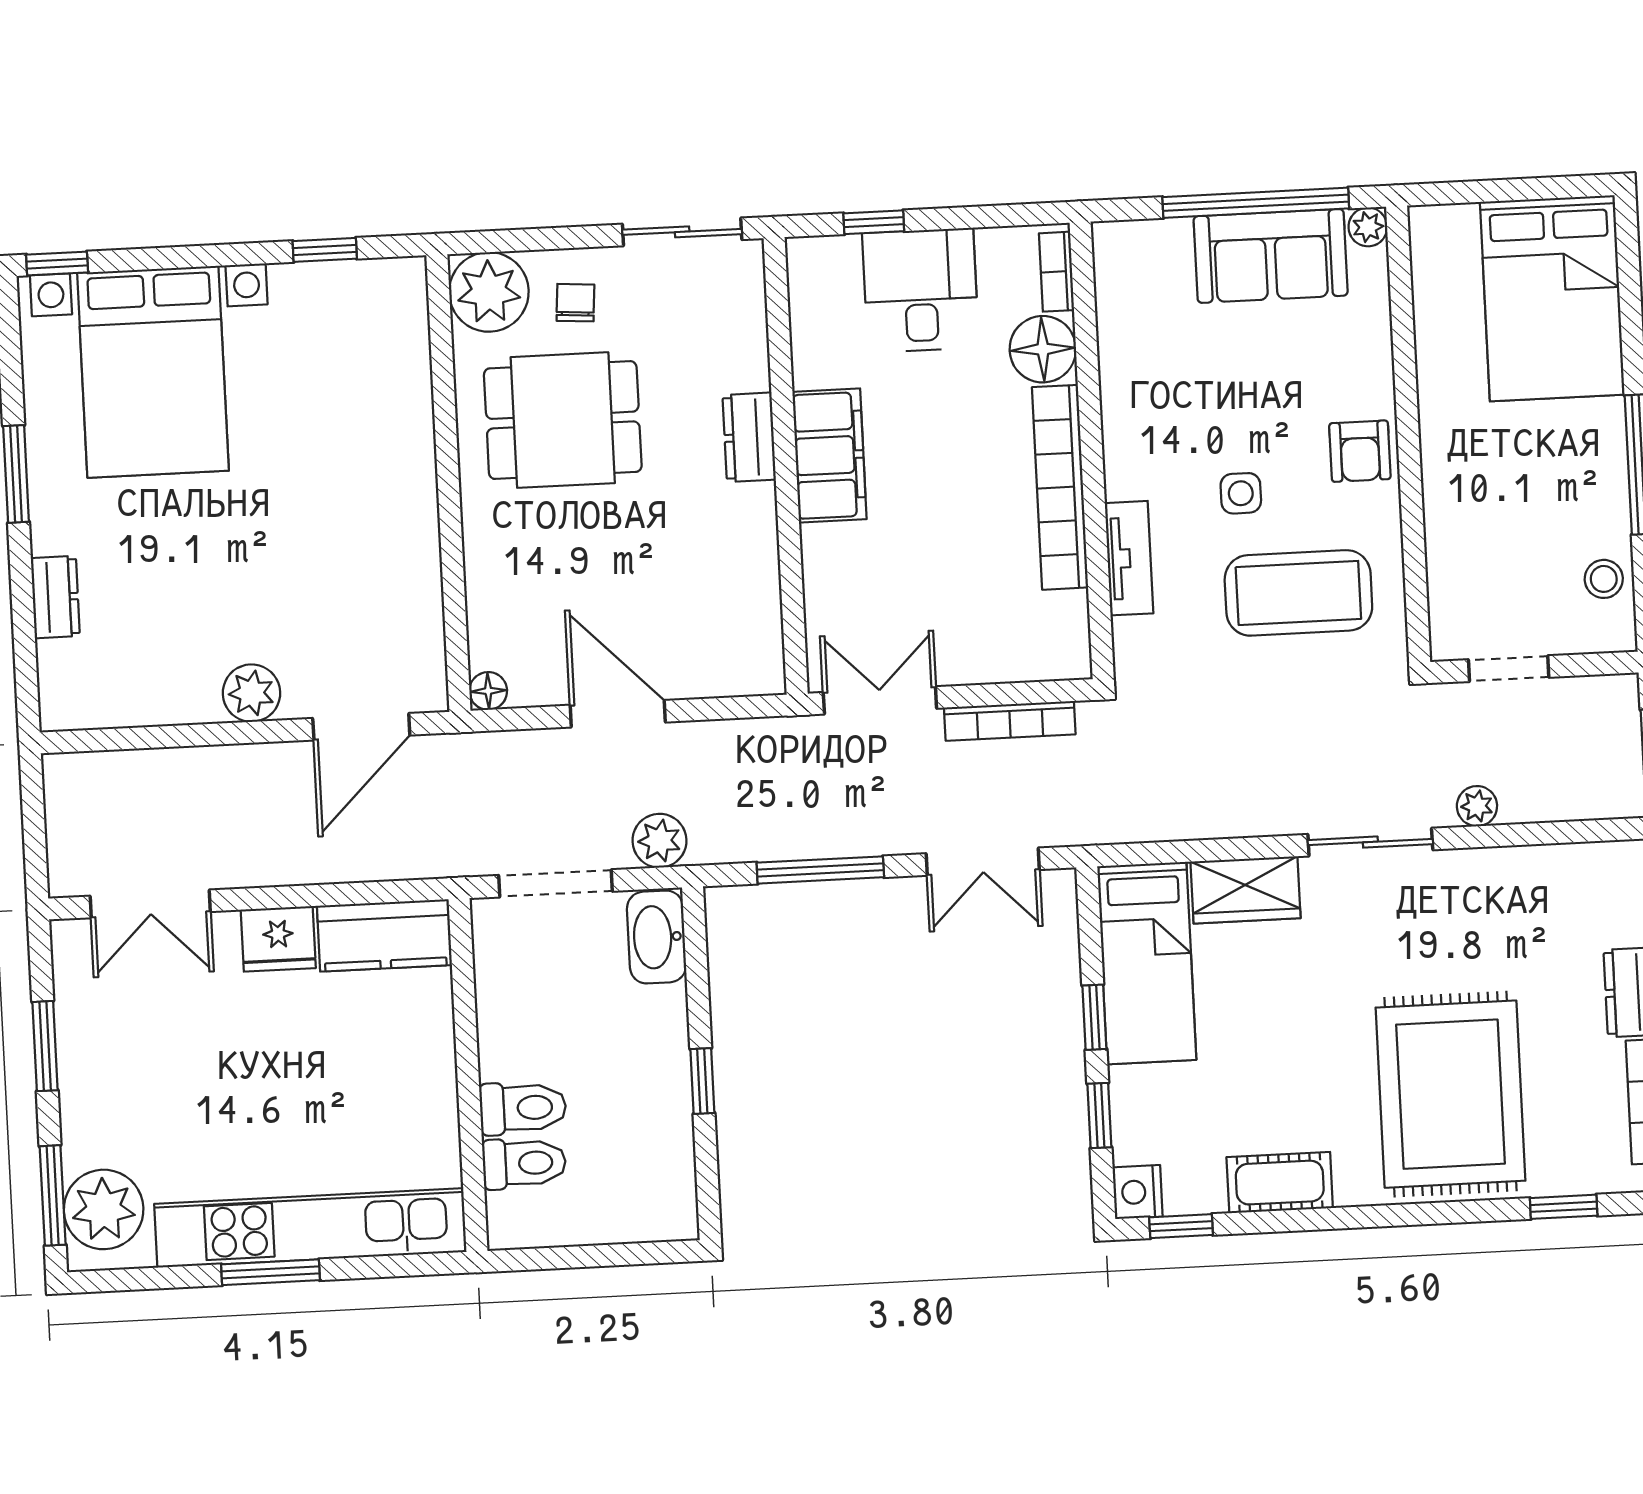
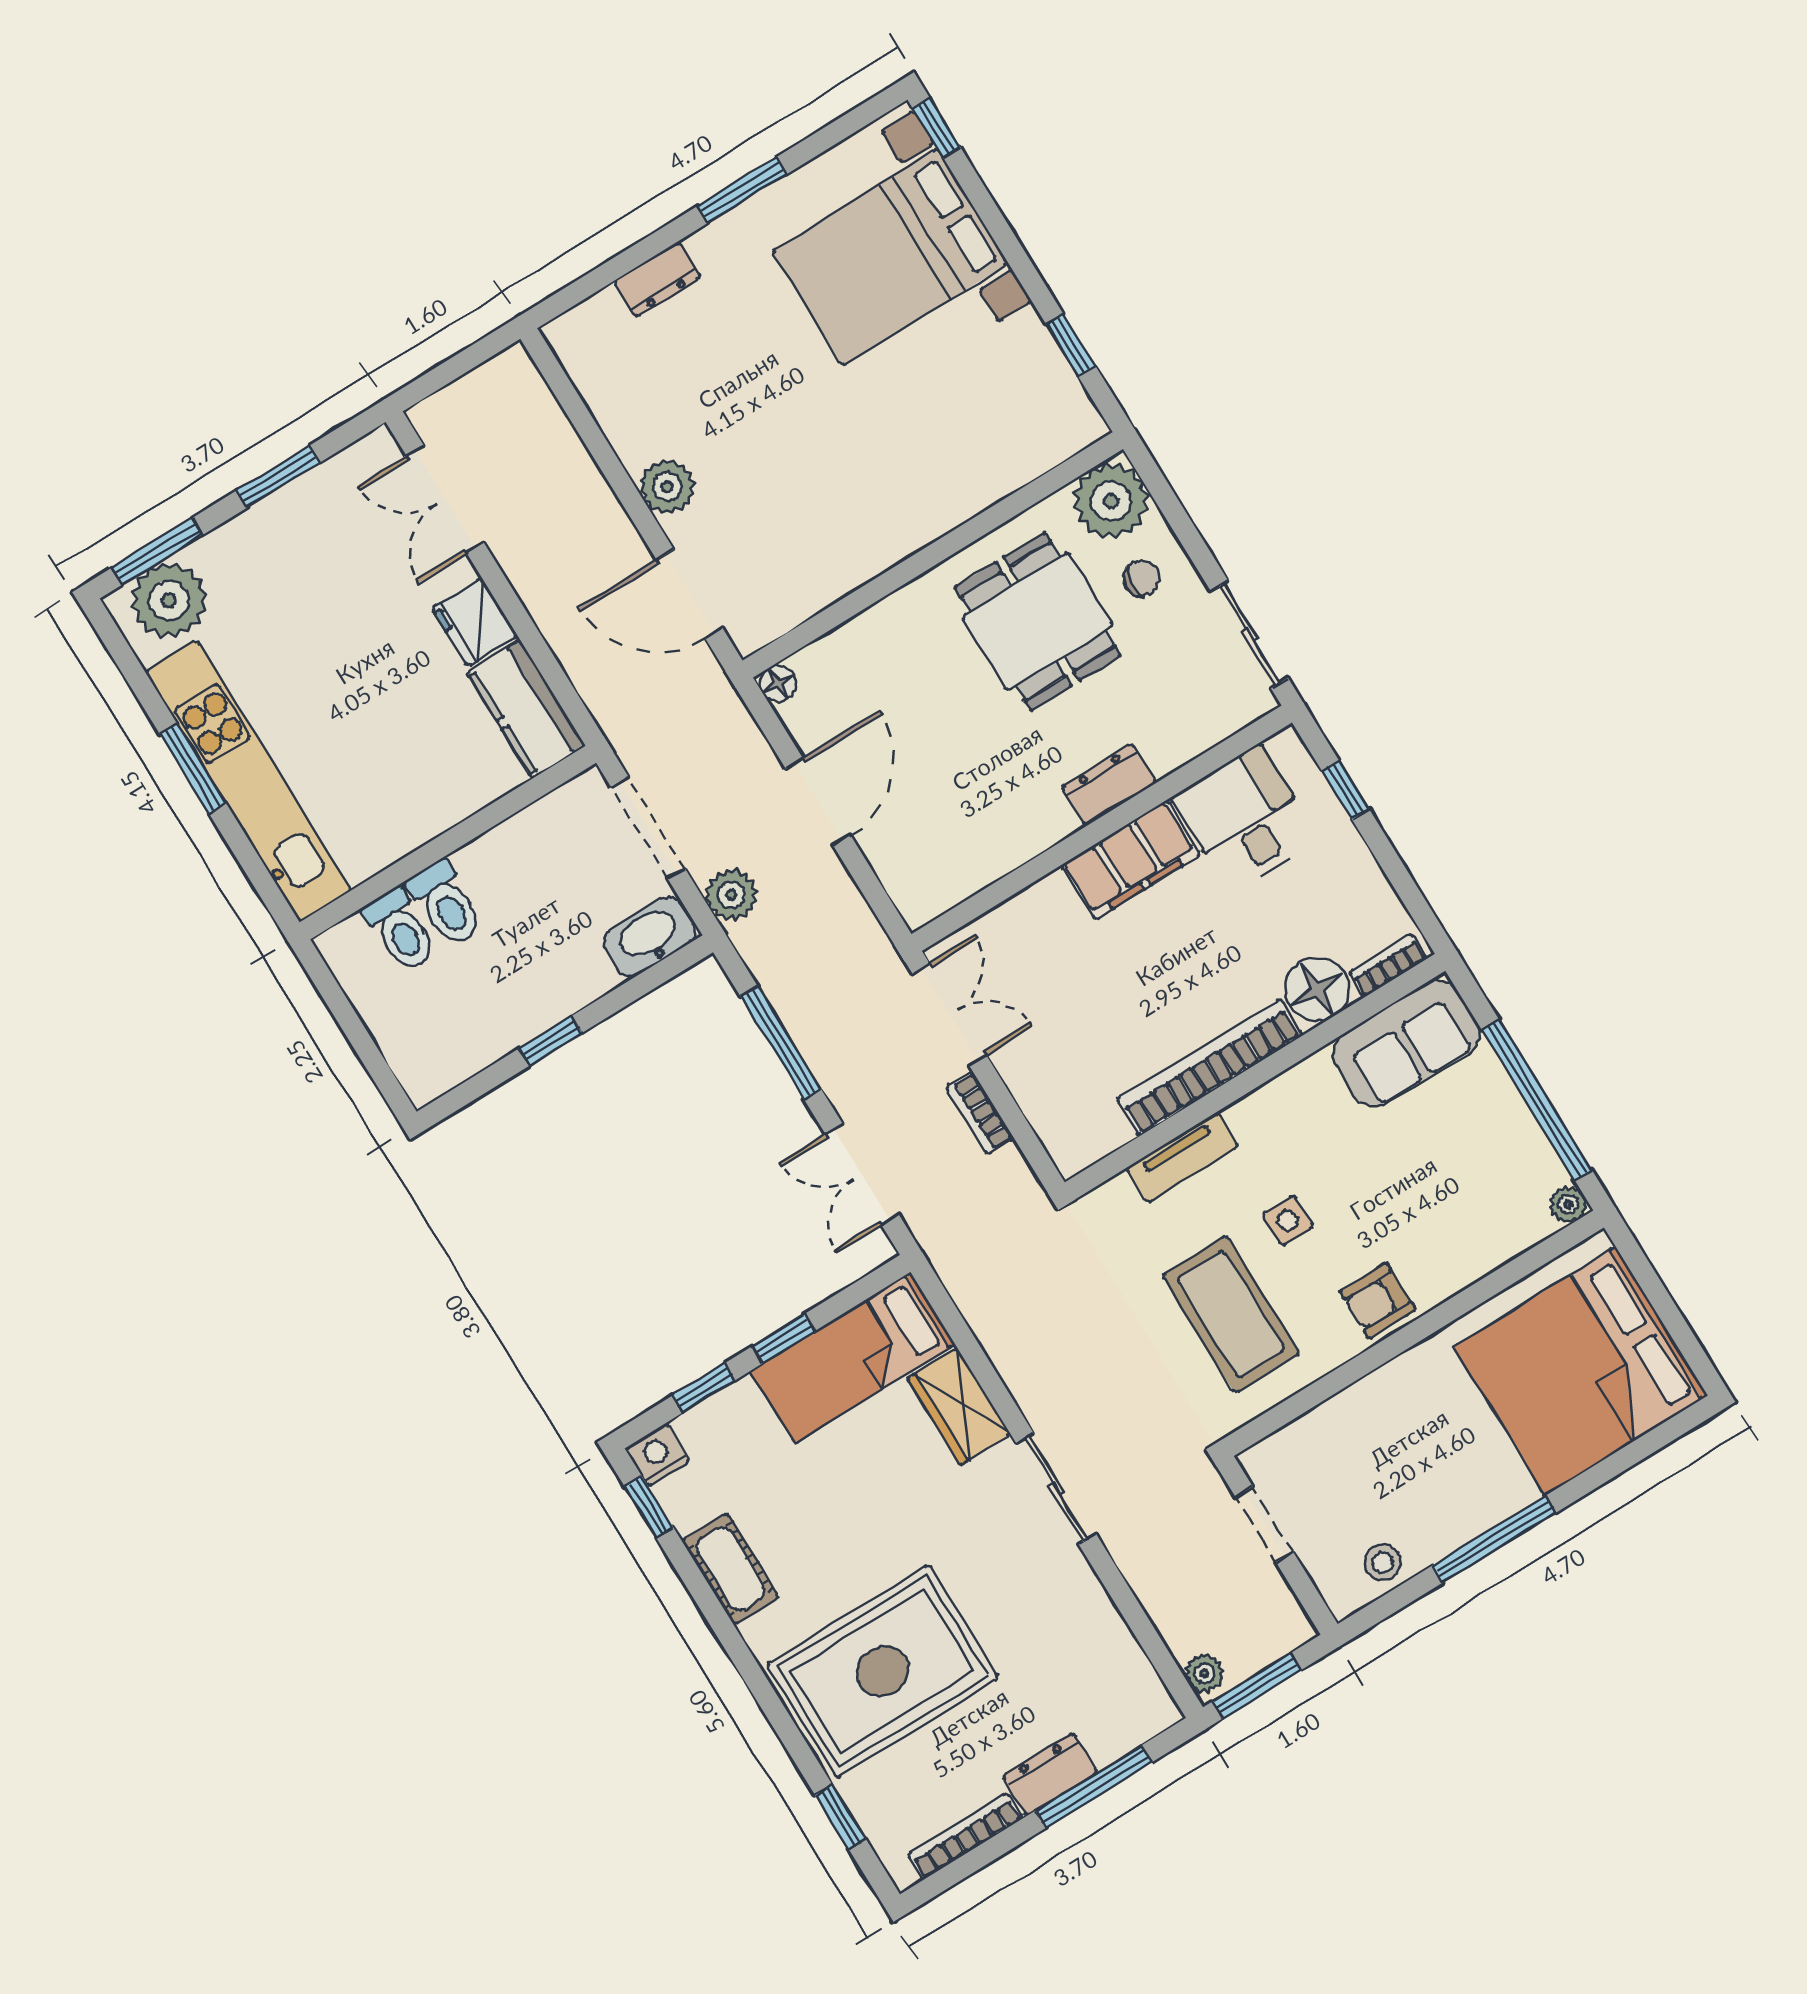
sofa: (1271, 256) -> (1406, 1043), moved, turned -90
desk: (921, 290) -> (1245, 818), moved, turned -90
bed: (1552, 298) -> (1581, 1371), width x1.36
bookcase: (1010, 721) -> (980, 1113), width x0.64
plant: (1477, 806) -> (1204, 1673), moved

